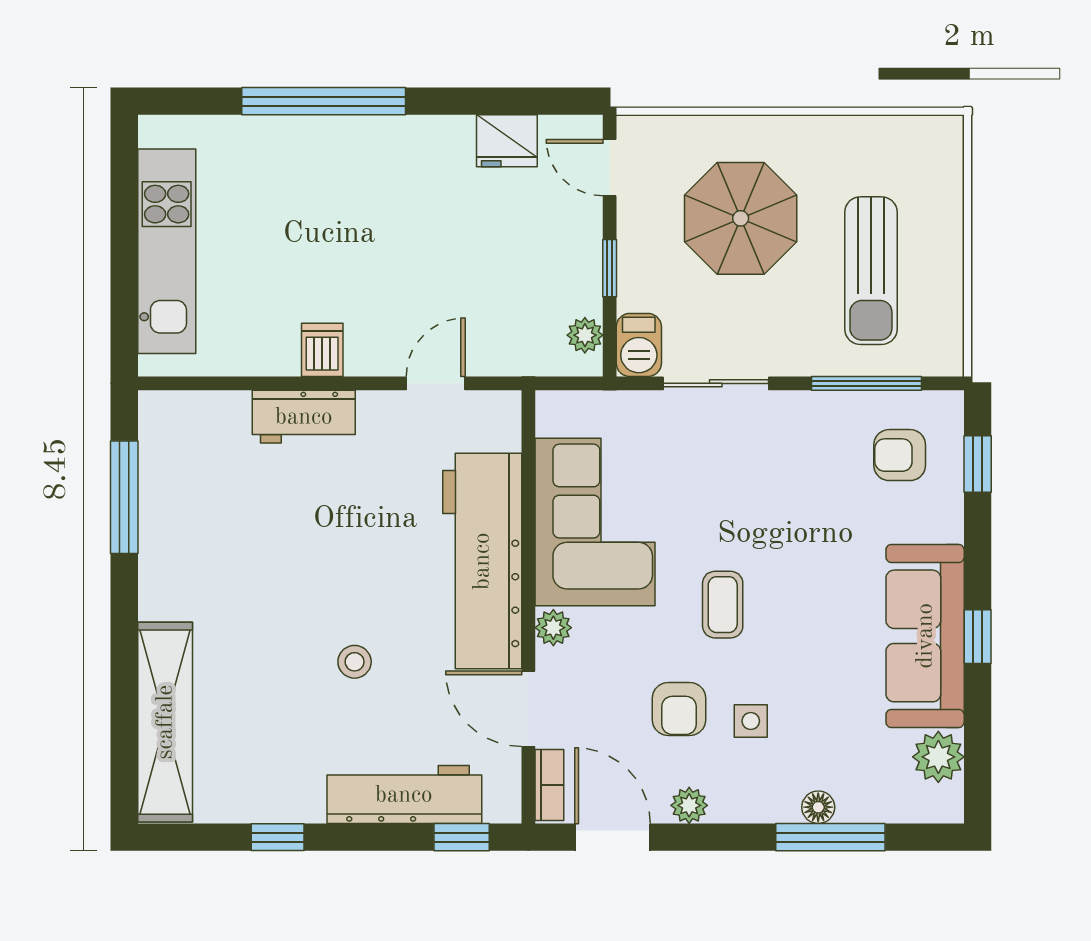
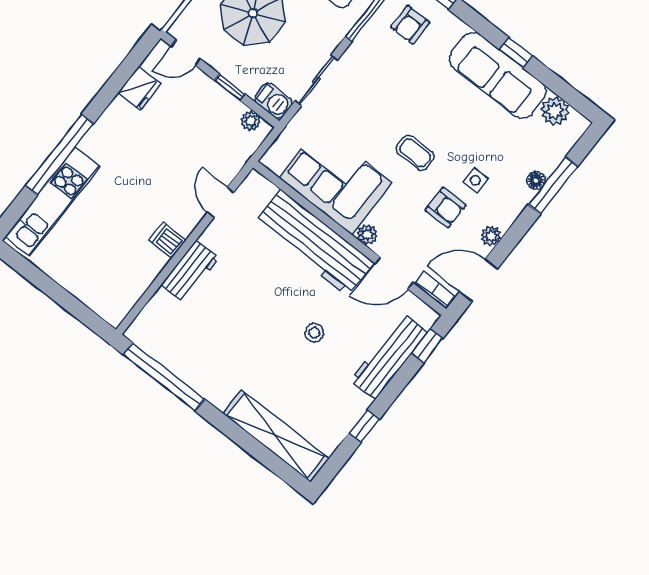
kitchen unit: (167, 251) -> (53, 202), moved, turned 90
window: (124, 497) -> (164, 377), width x1.46

